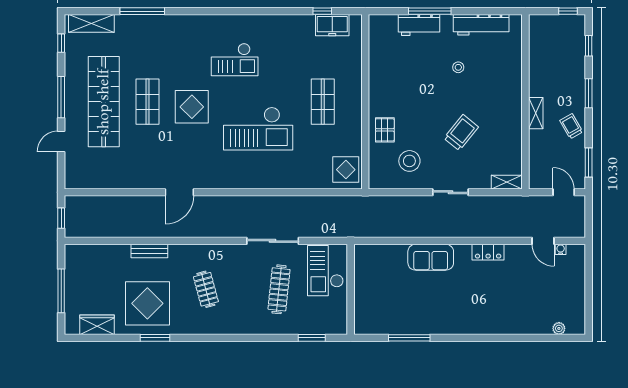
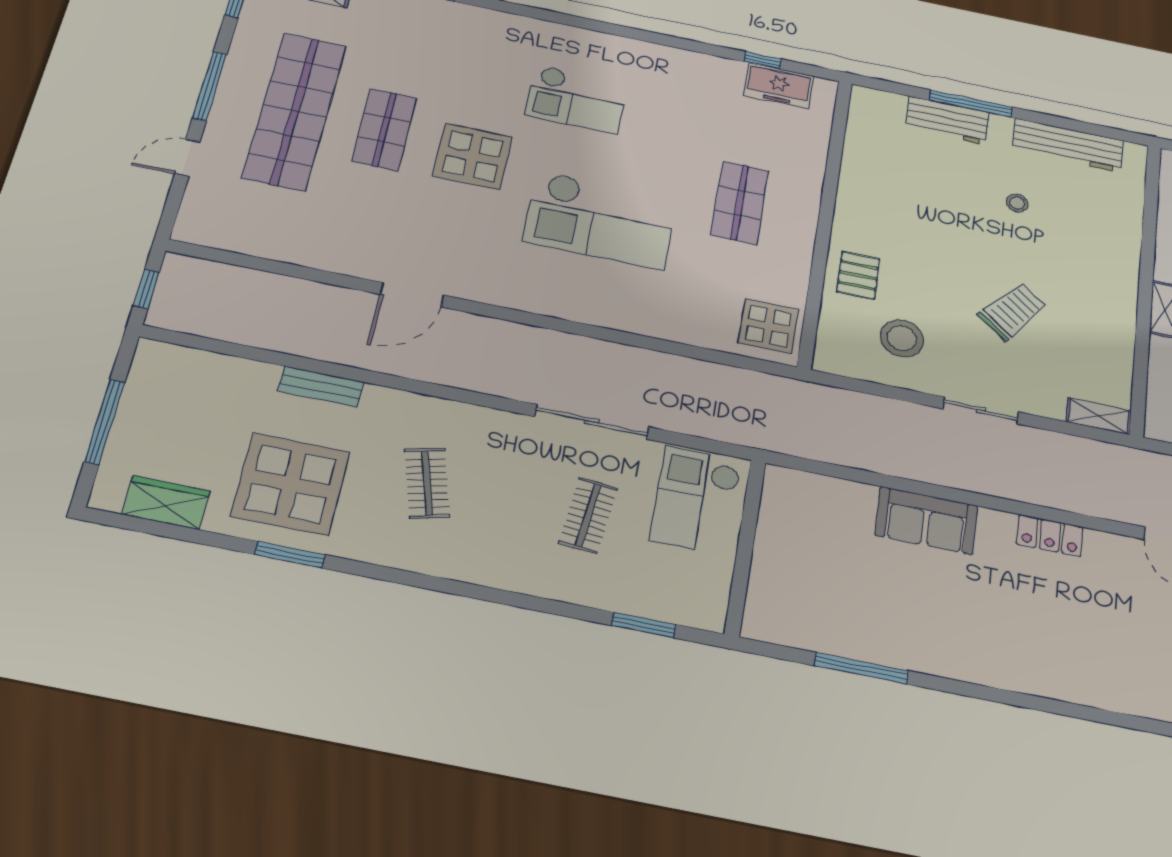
clothes rail: (279, 289) -> (588, 515), width x0.73

